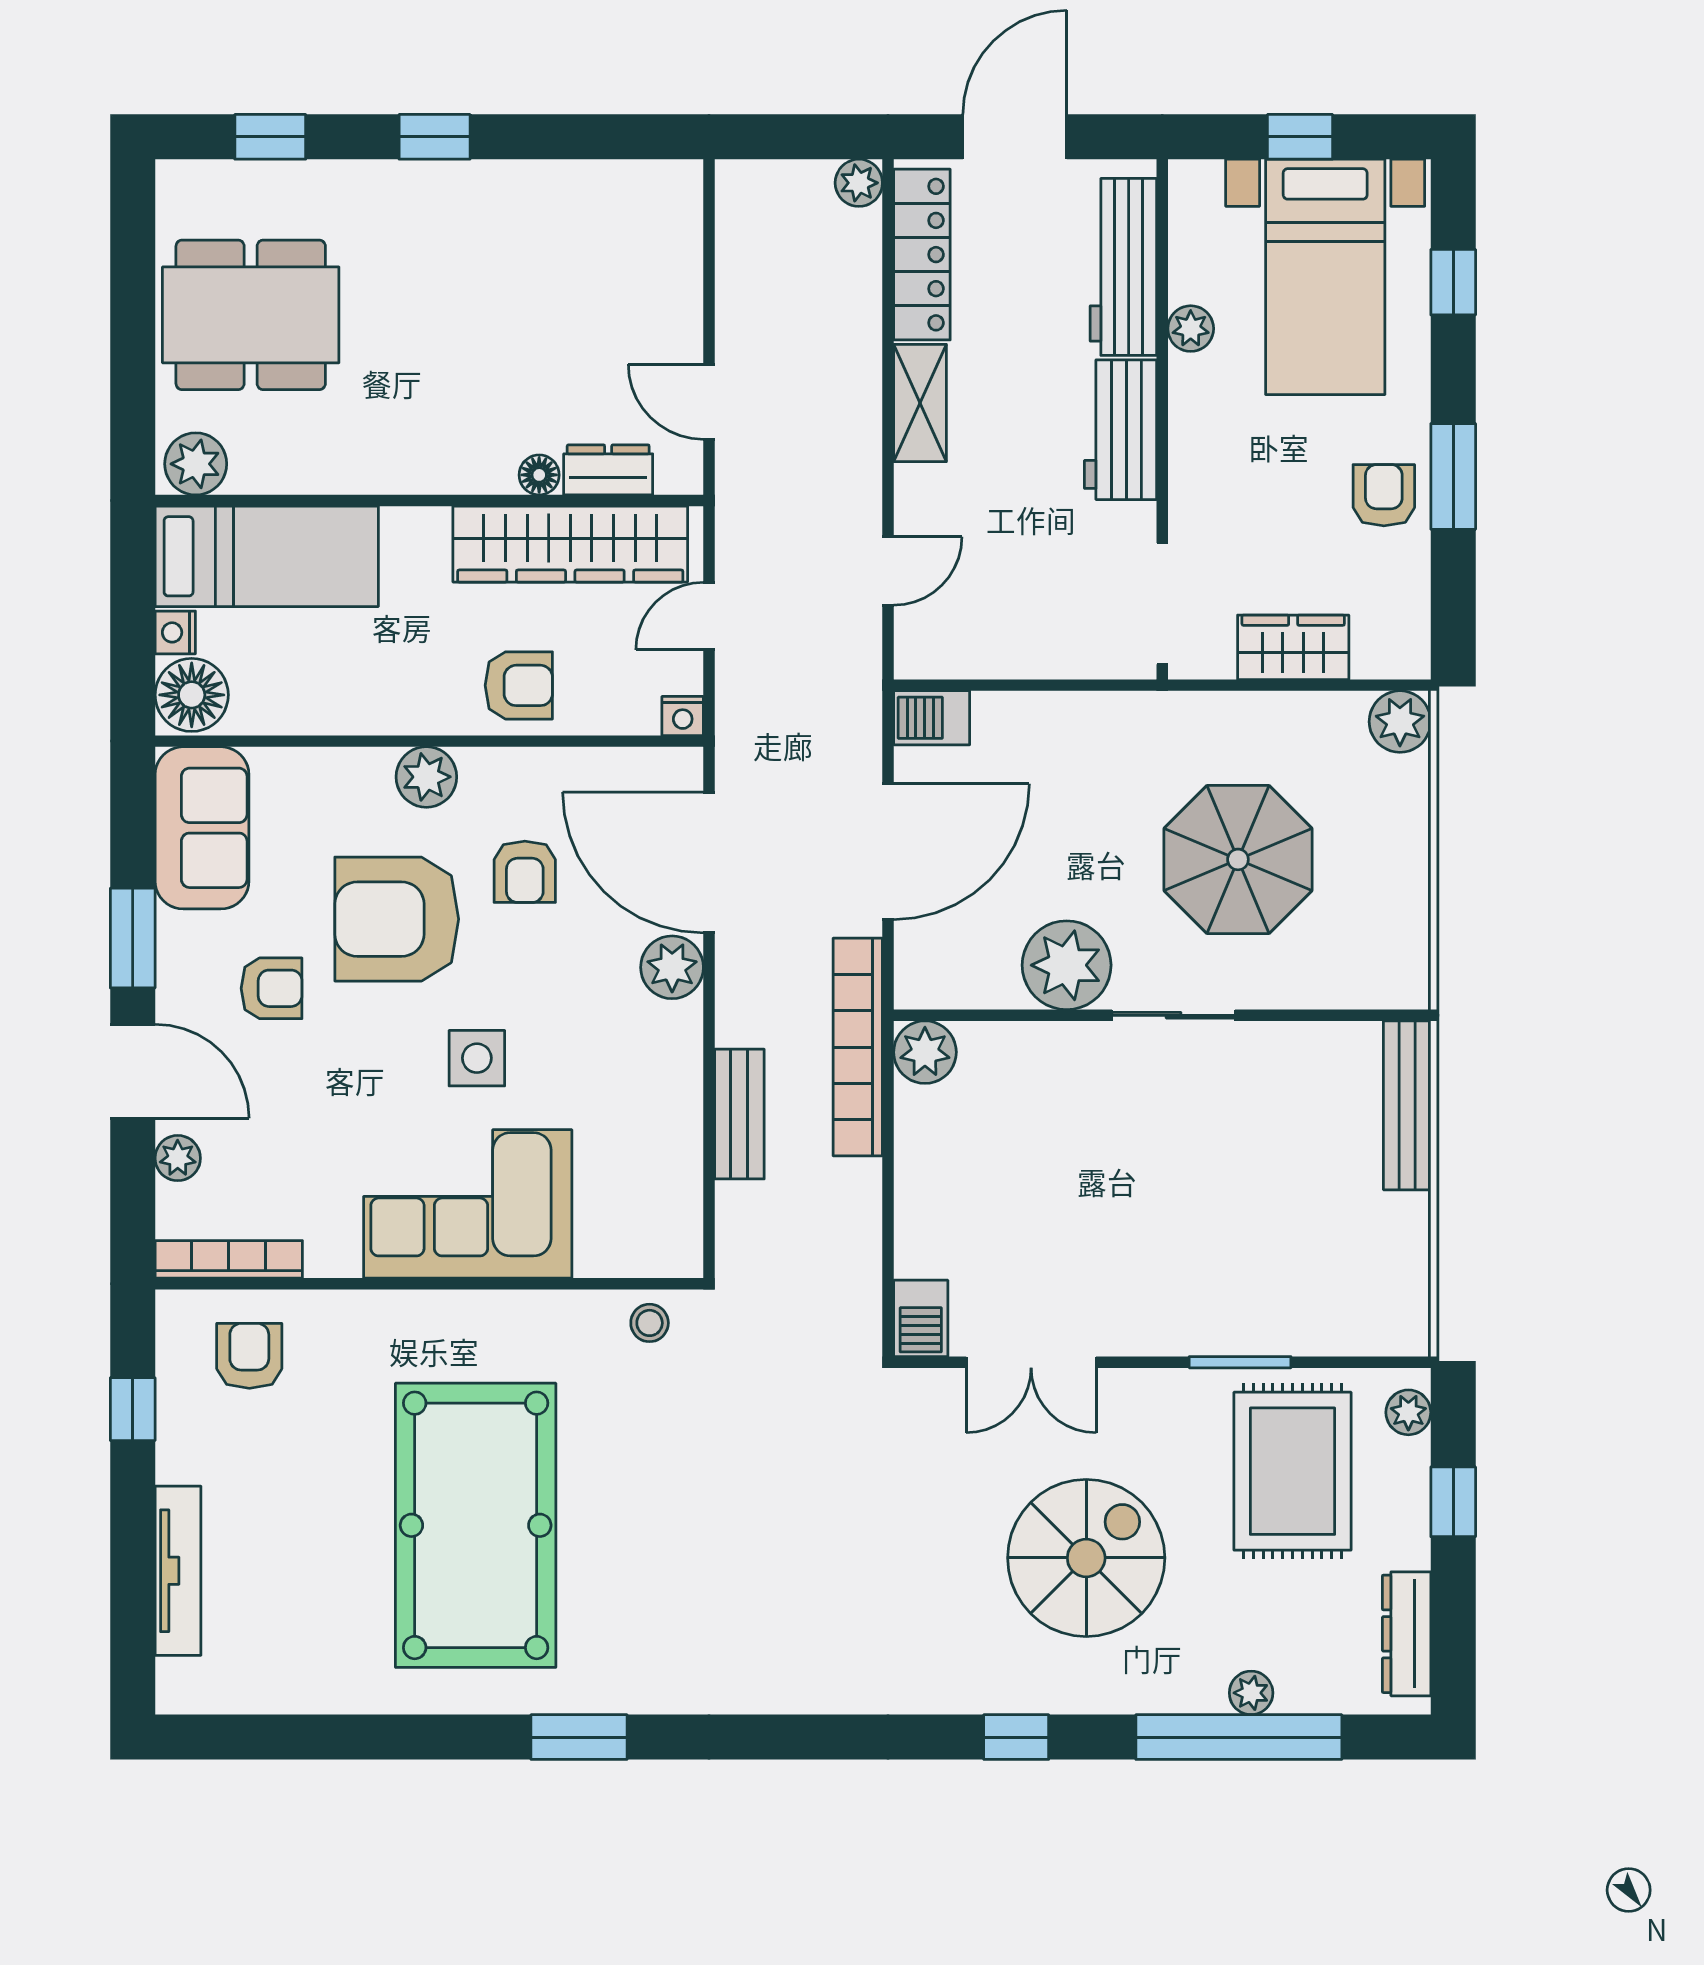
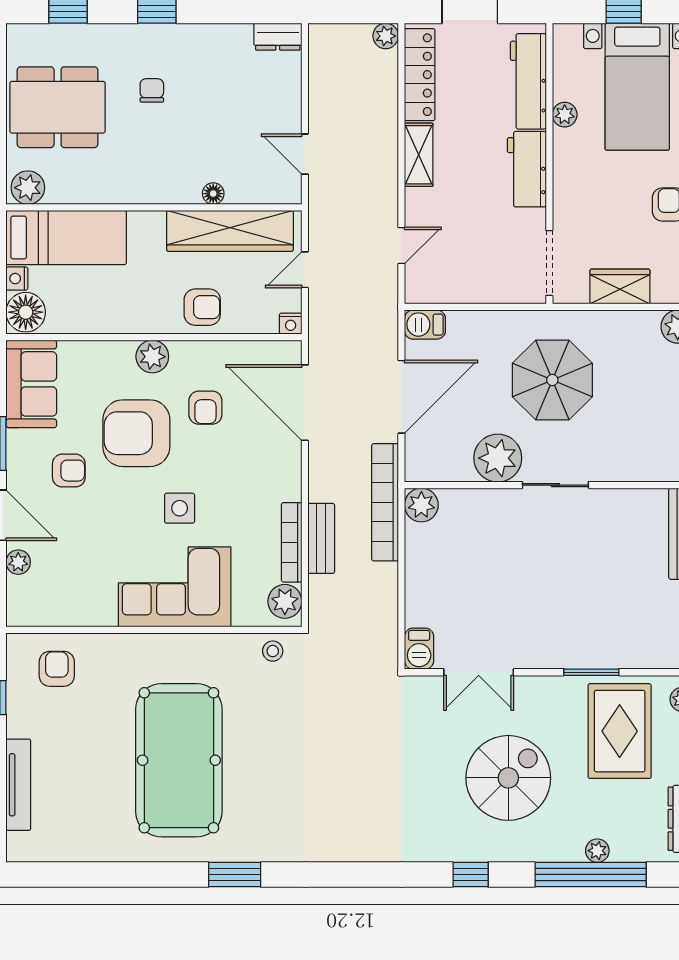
chair: (425, 284) -> (152, 90), added
dresser: (608, 470) -> (278, 37), moved, turned 180
parasol: (1238, 859) -> (552, 380), moved
plant: (672, 967) -> (285, 601), moved
bookcase: (229, 1259) -> (292, 542), moved, turned -90

